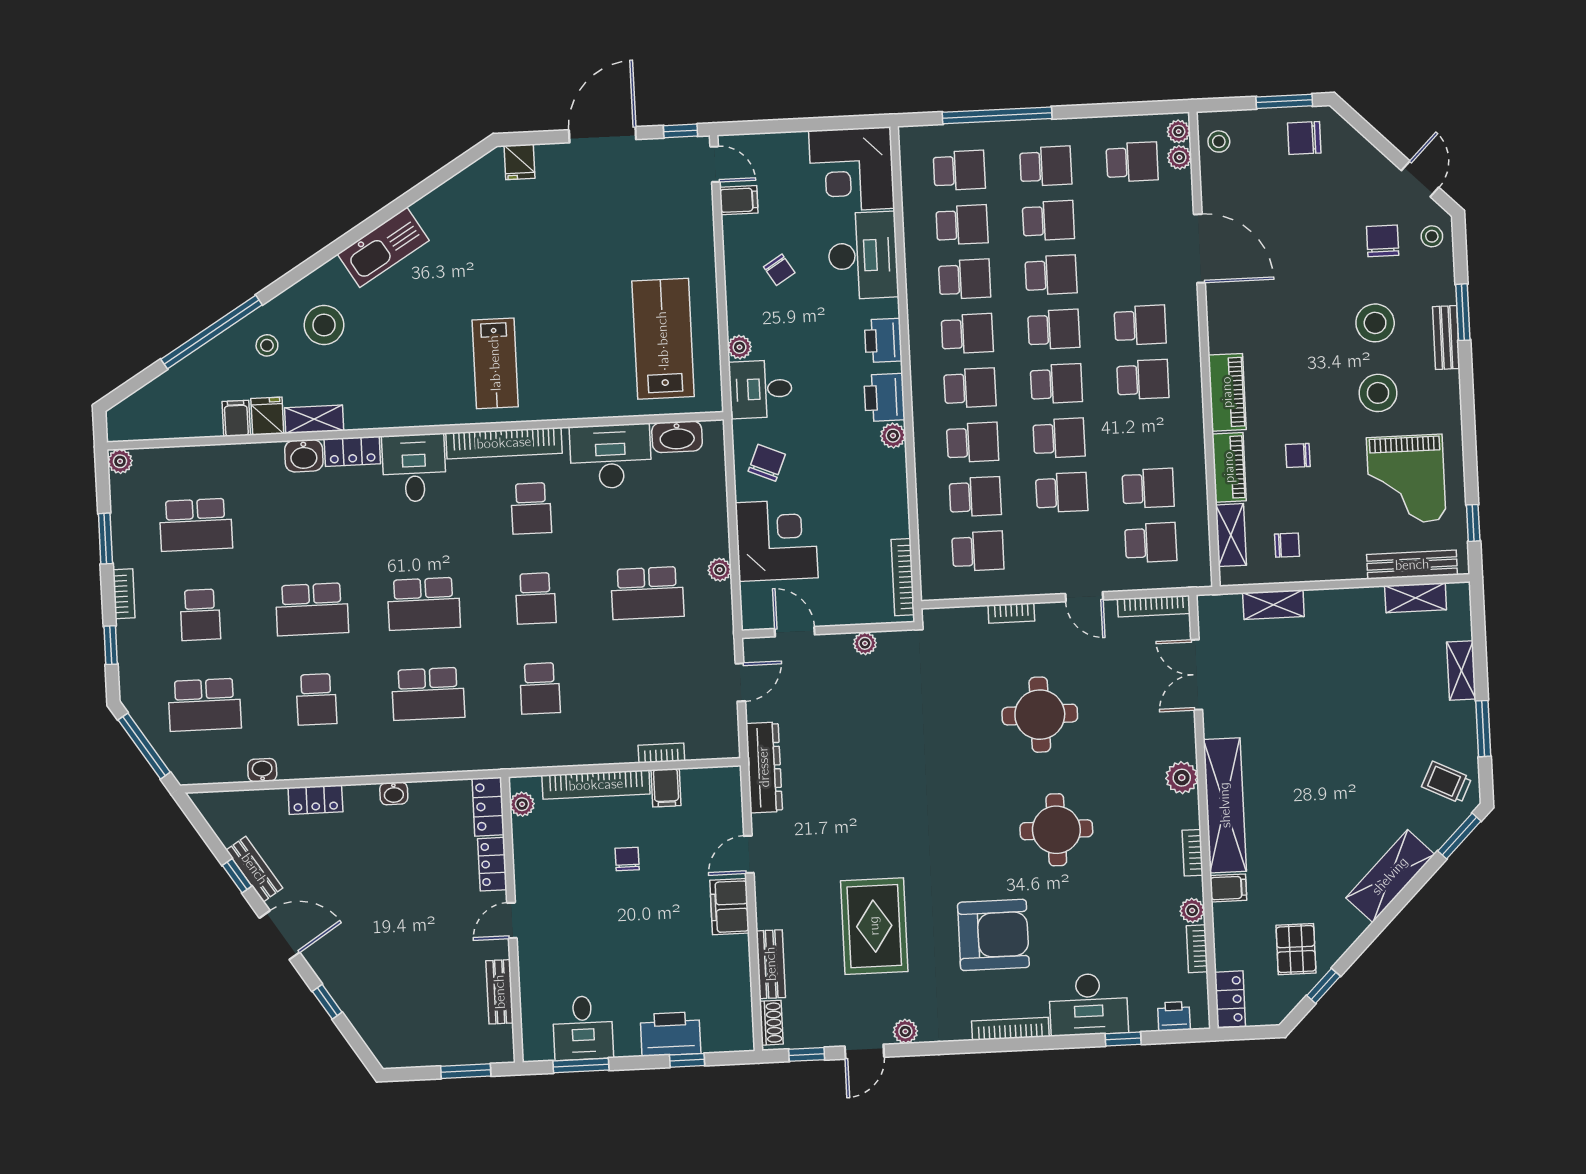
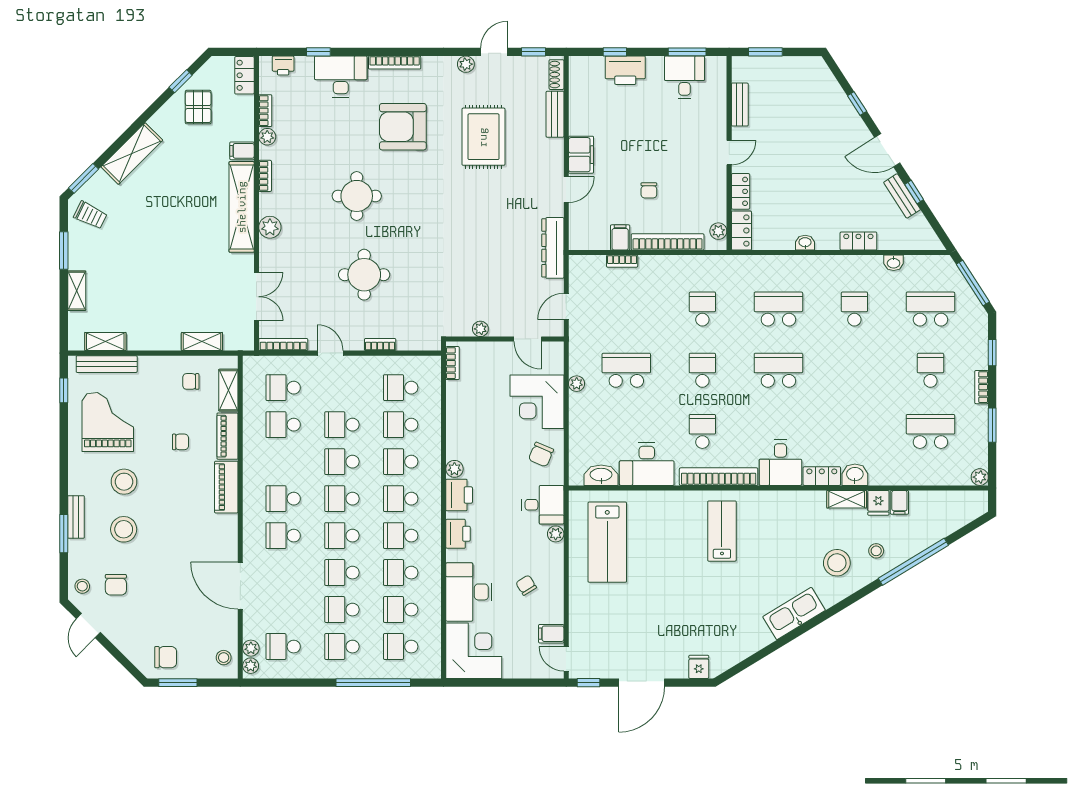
bookcase: (903, 577) -> (453, 363), width x0.64
school desk: (312, 609) -> (854, 370), removed

